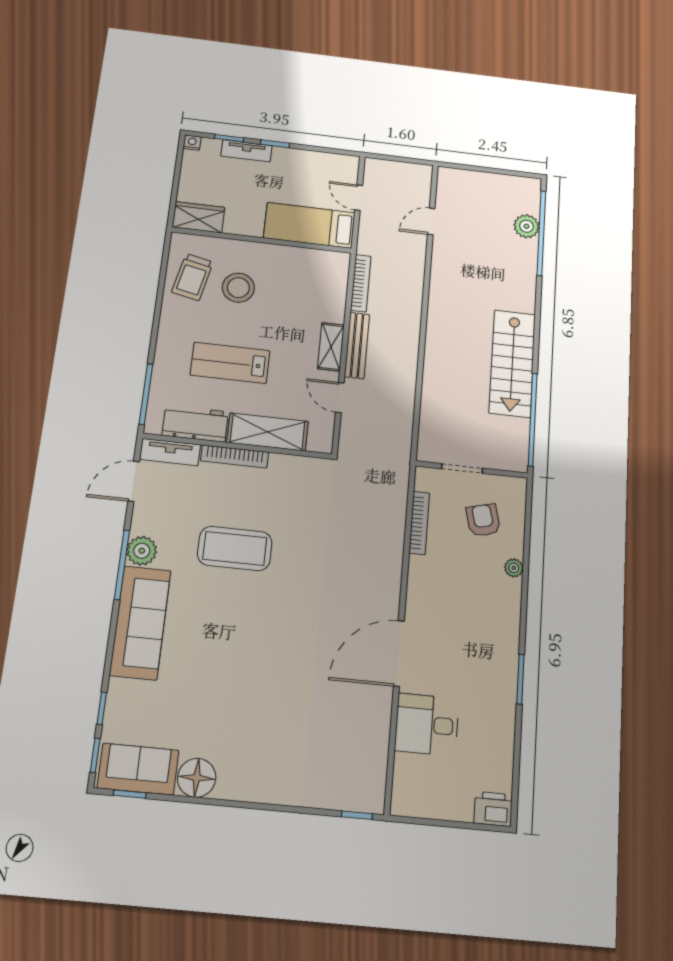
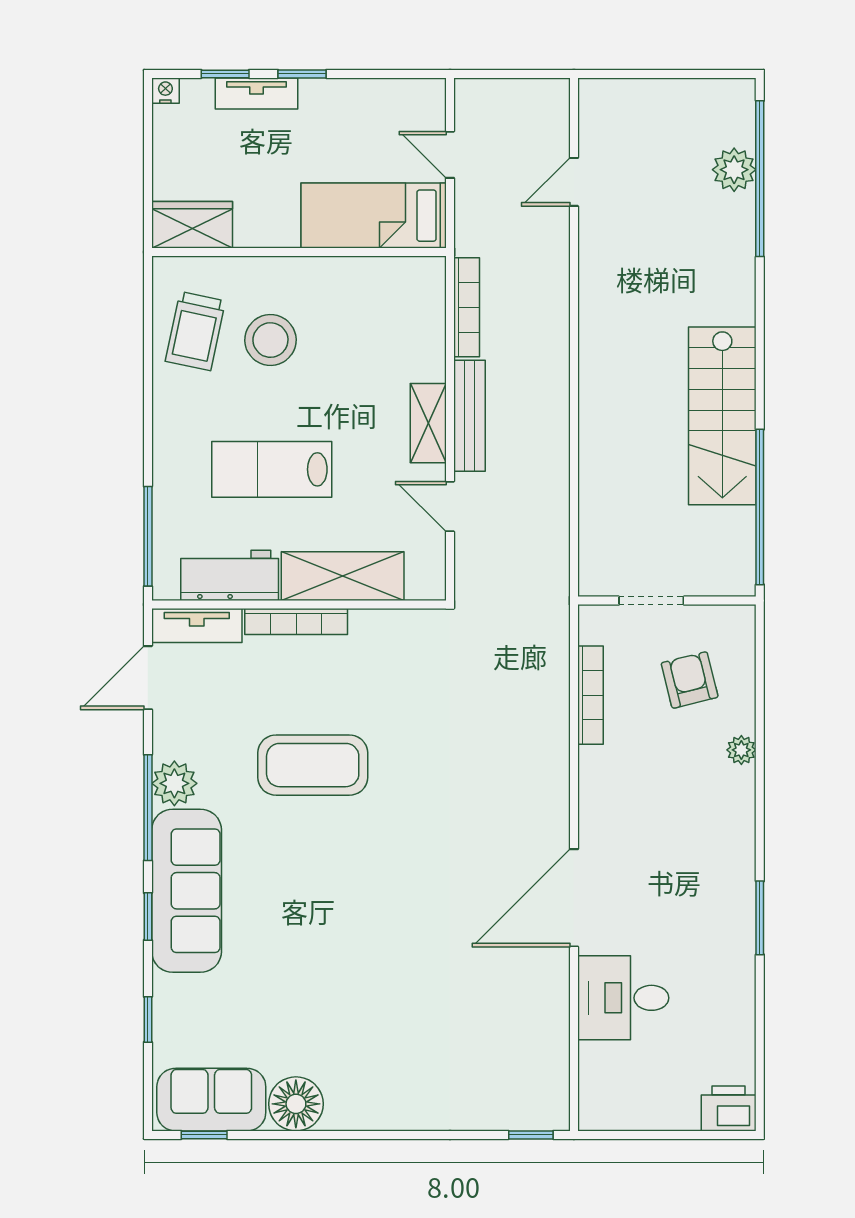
window: (95, 755) -> (148, 917), moved

